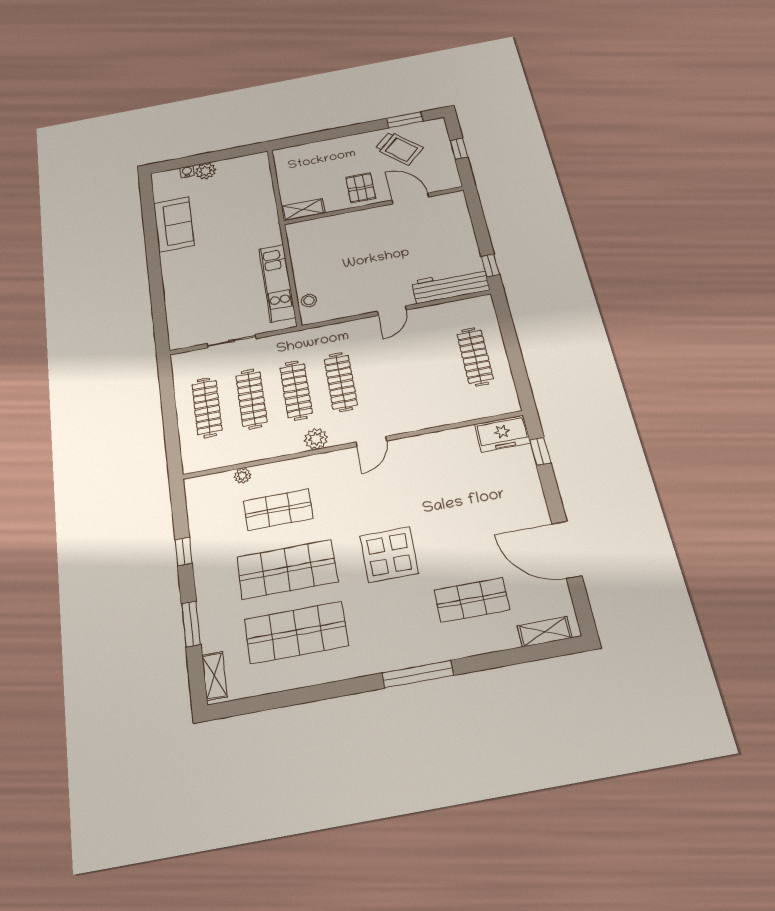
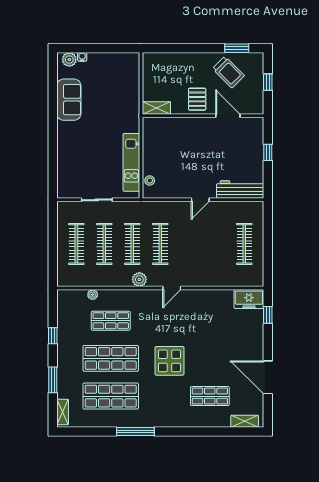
plant: (206, 171) -> (69, 60), moved
window: (490, 265) -> (268, 152), moved
window: (418, 674) -> (135, 431), moved

